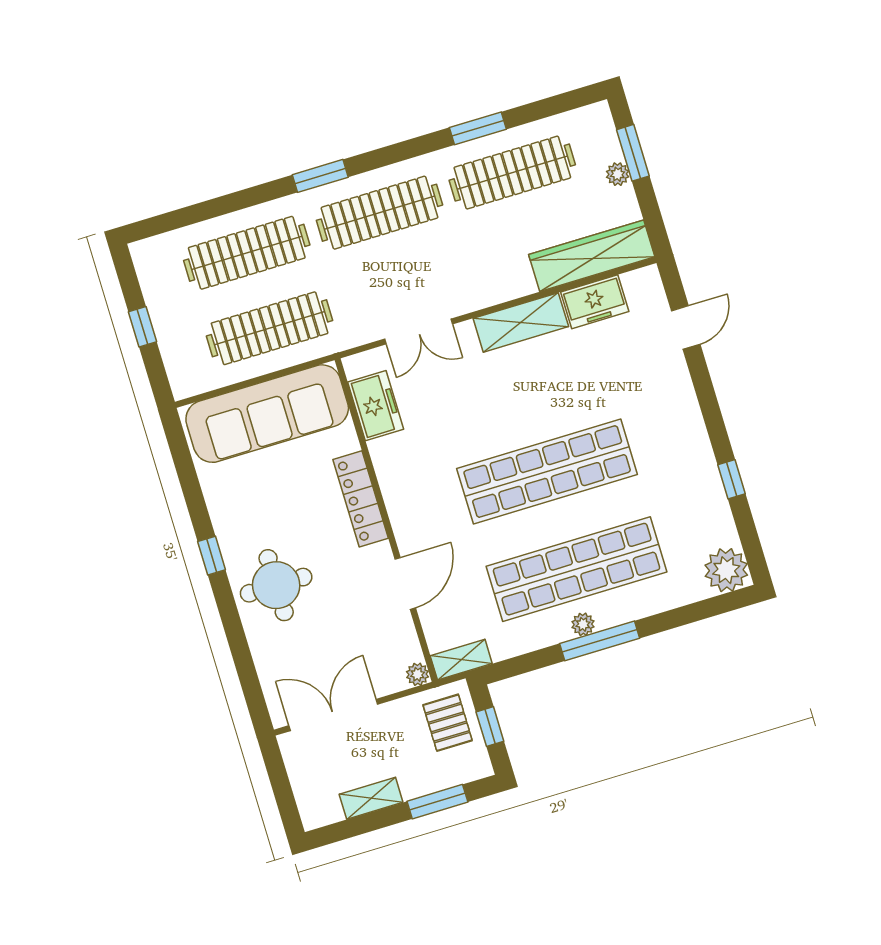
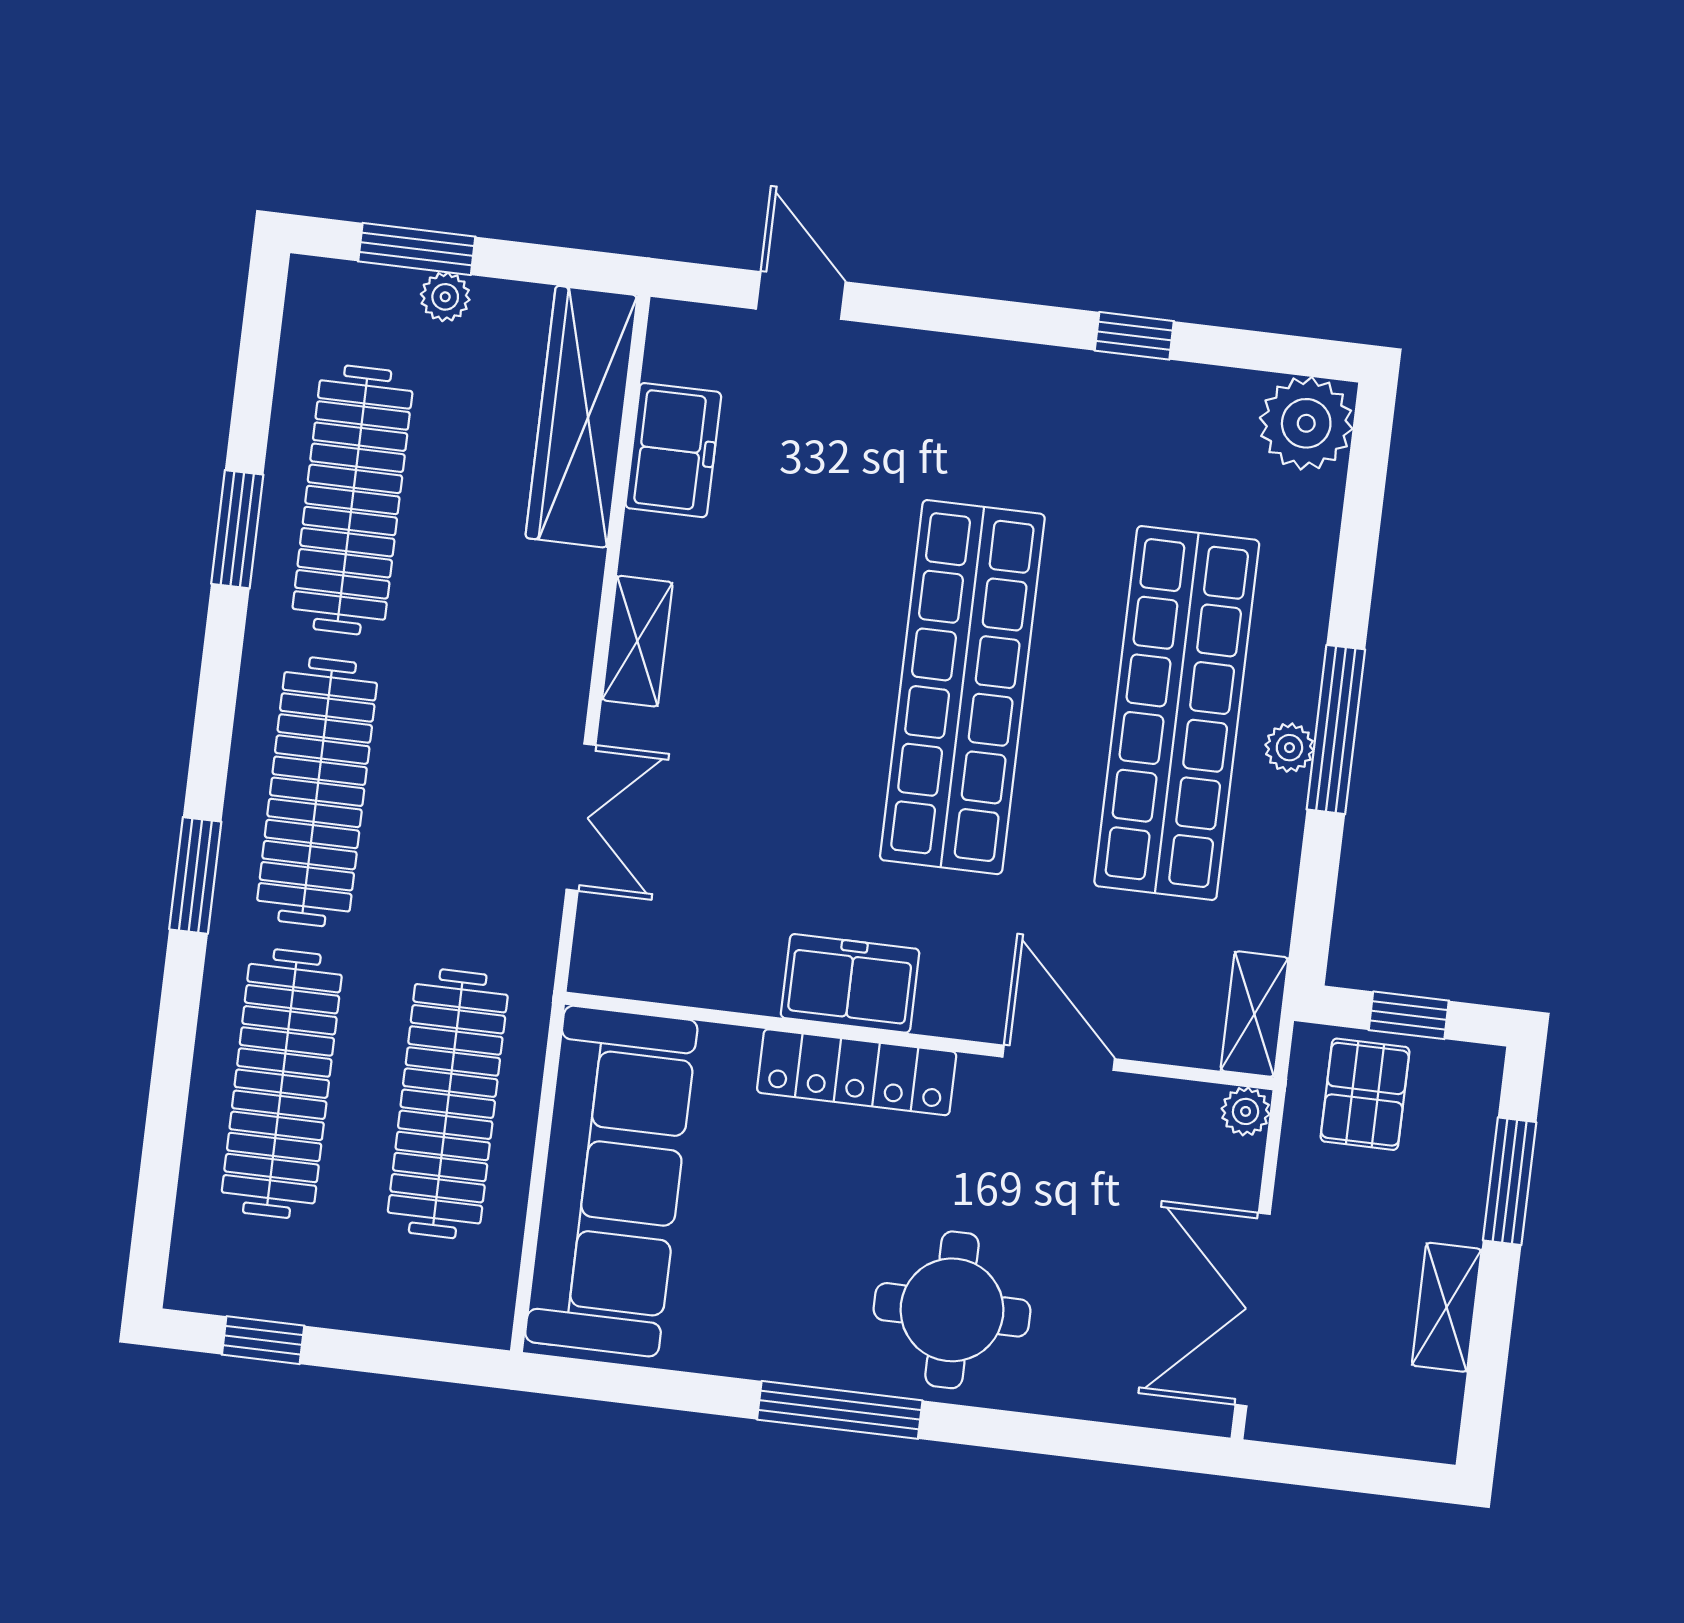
shelving: (521, 322) -> (637, 641), width x0.67, depth x0.75
window: (143, 327) -> (263, 1340), moved
freezer: (376, 406) -> (850, 983), moved
window: (212, 556) -> (840, 1410), width x2.17
pallet: (448, 723) -> (1365, 1094), turned 90

